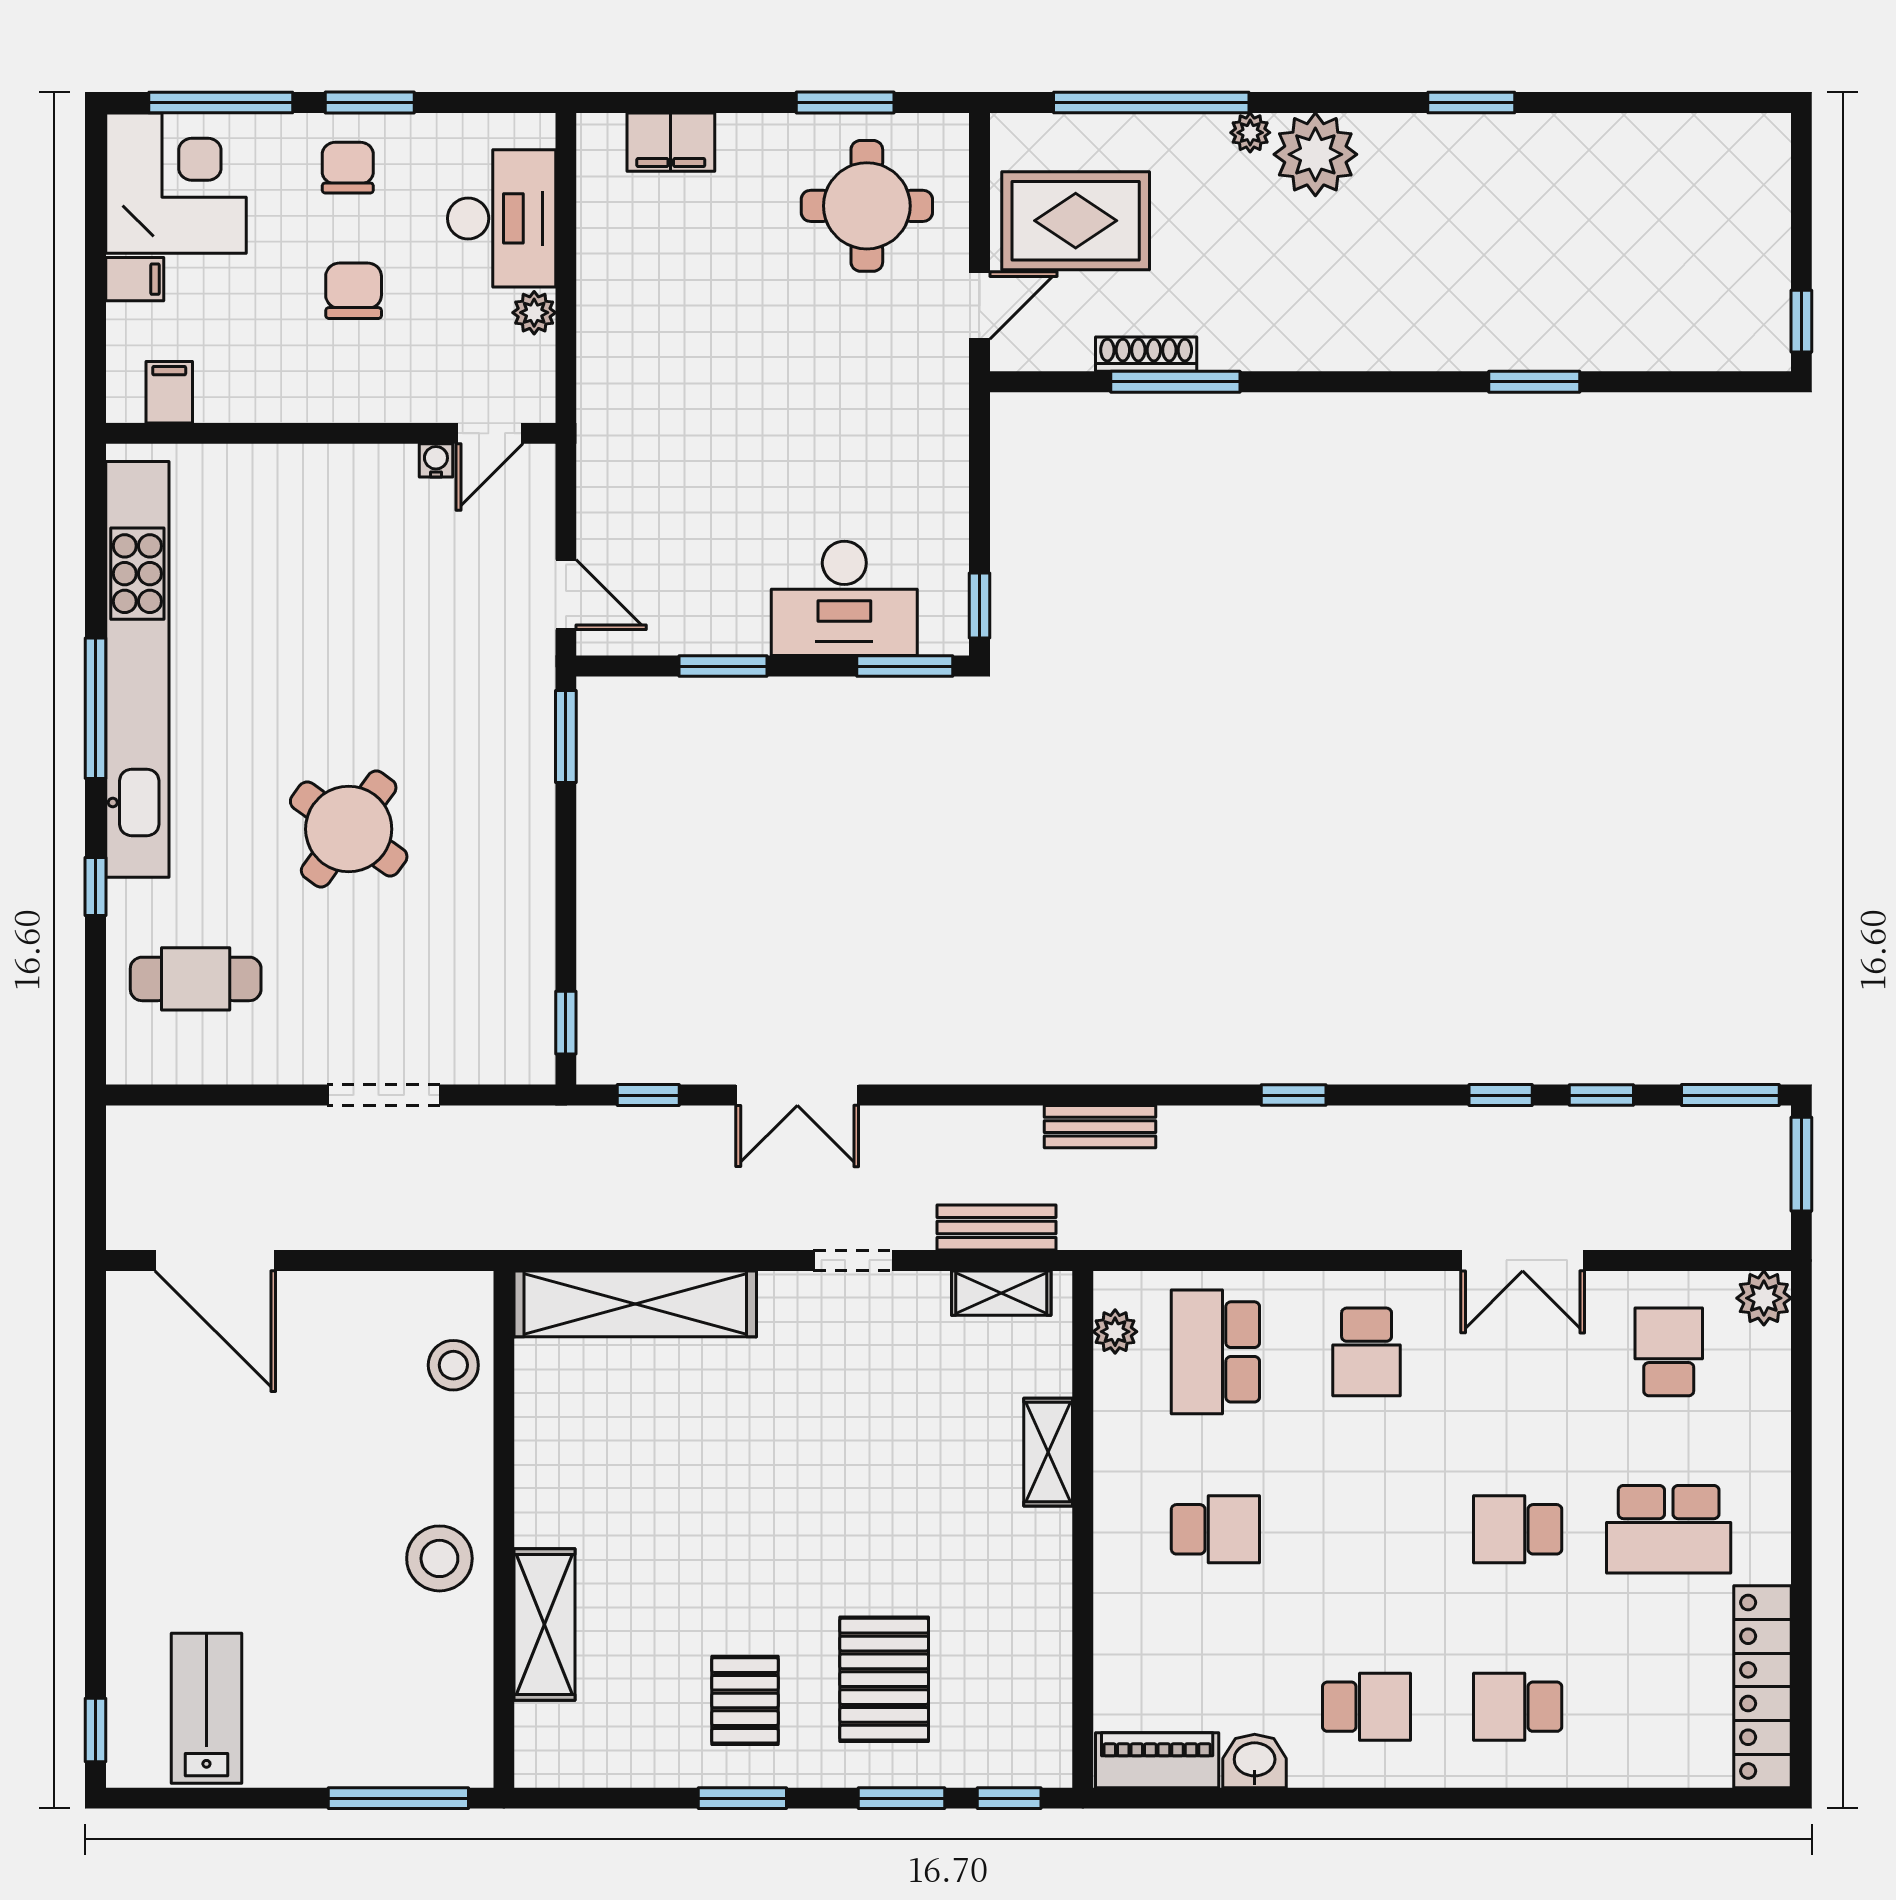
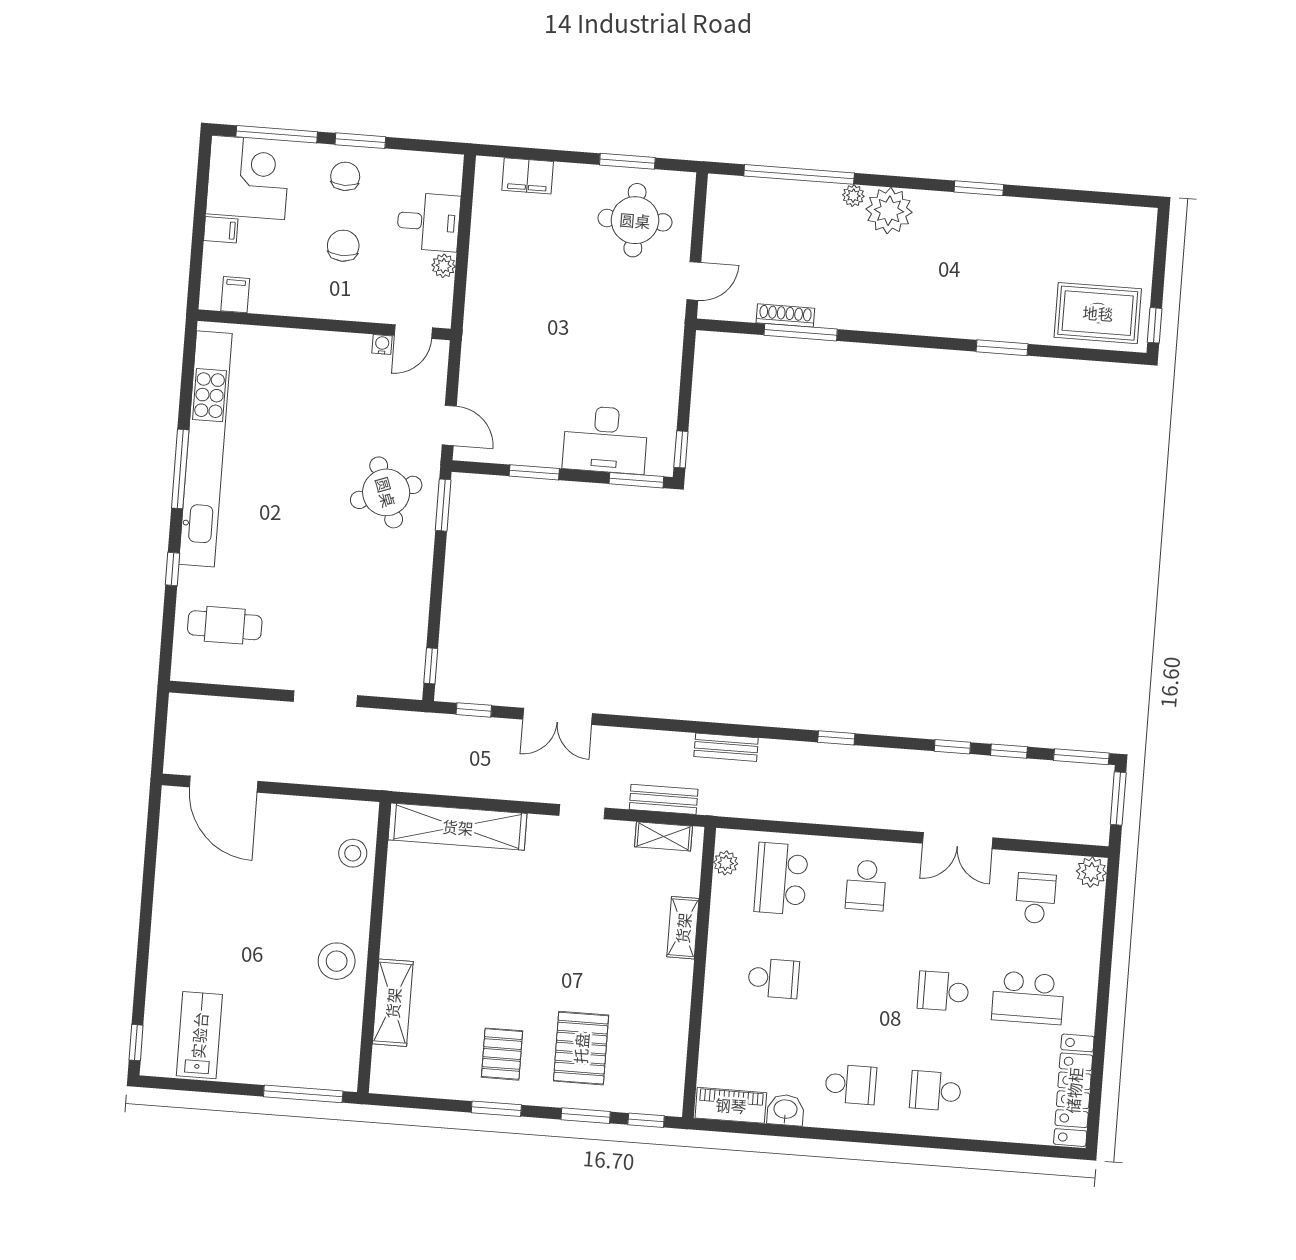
desk: (502, 218) -> (429, 222), width x0.73
rug: (1076, 221) -> (1098, 313), moved
round table: (349, 829) -> (386, 492), moved, turned 34

